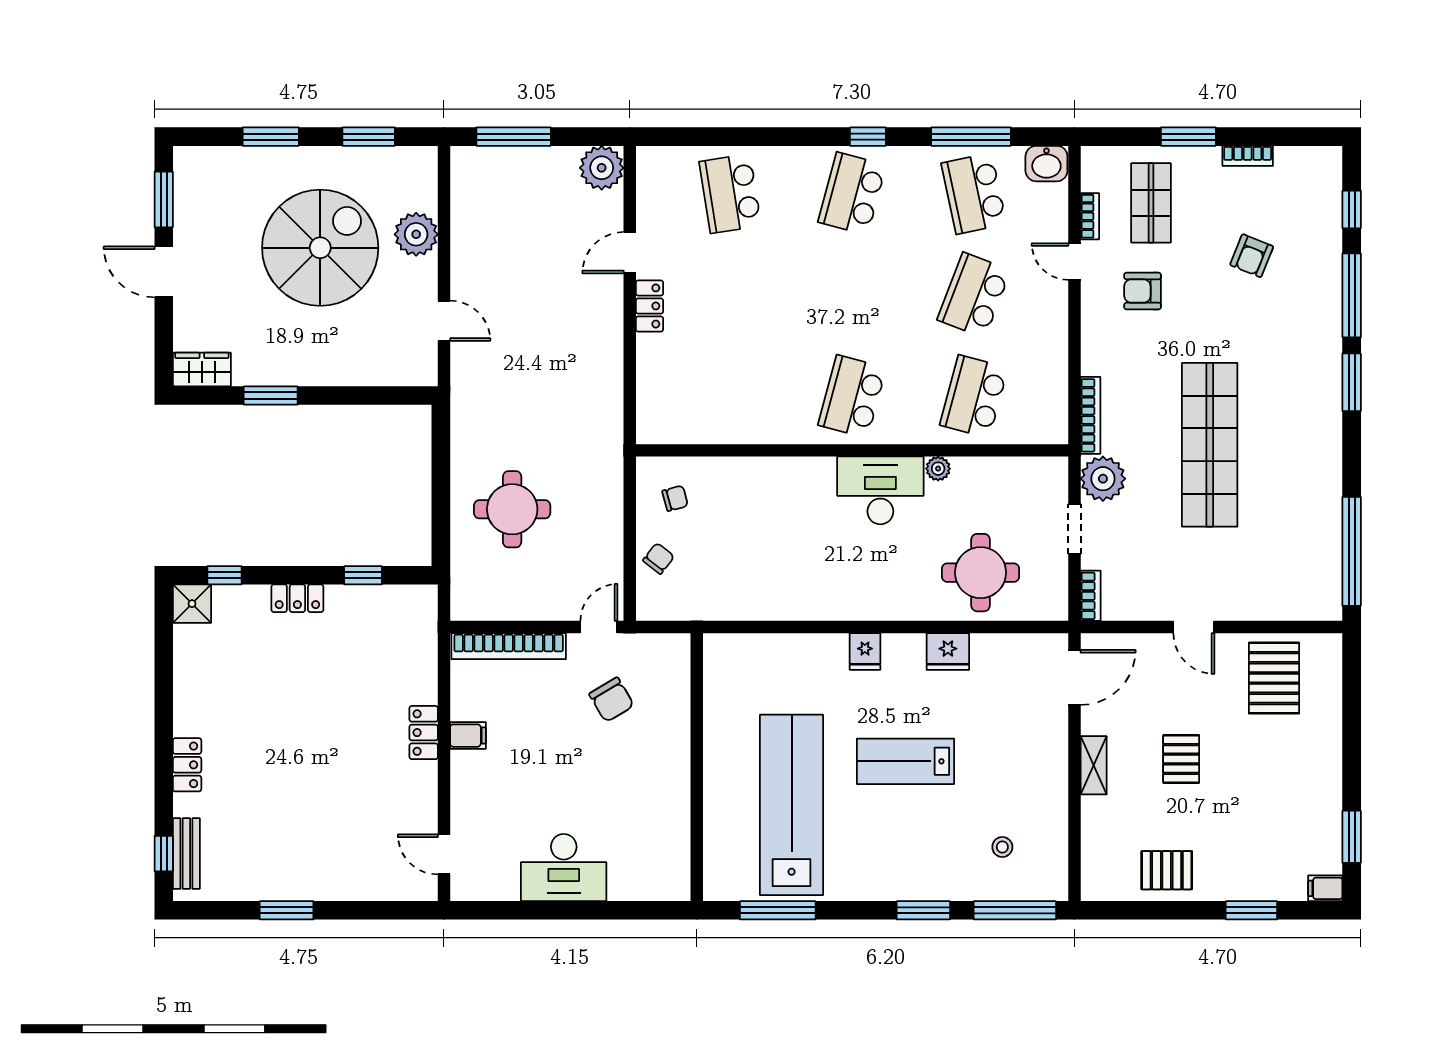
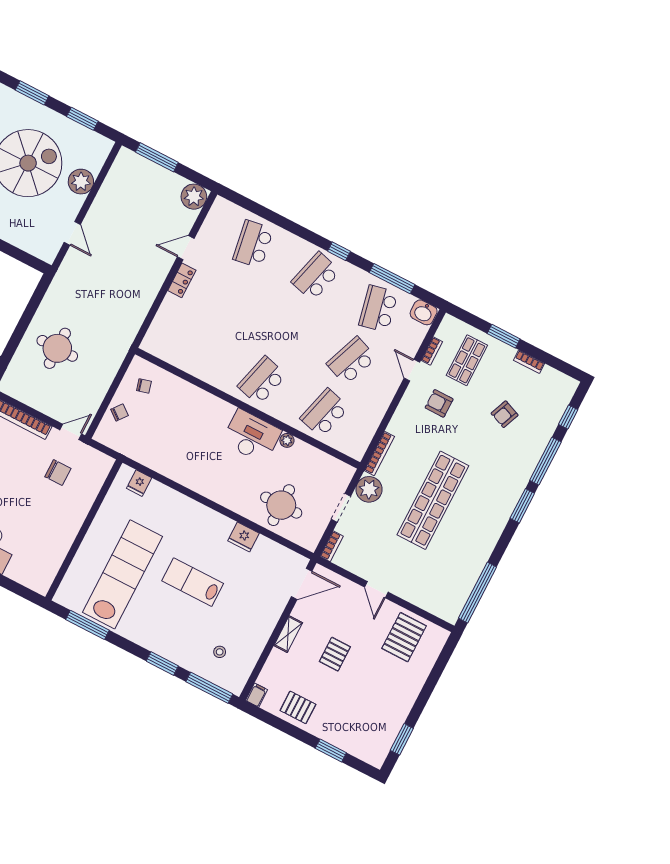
fridge: (865, 651) -> (139, 483), moved
chair: (612, 700) -> (58, 473), turned -59
filing cabinet: (1325, 888) -> (257, 695), moved, turned 90

